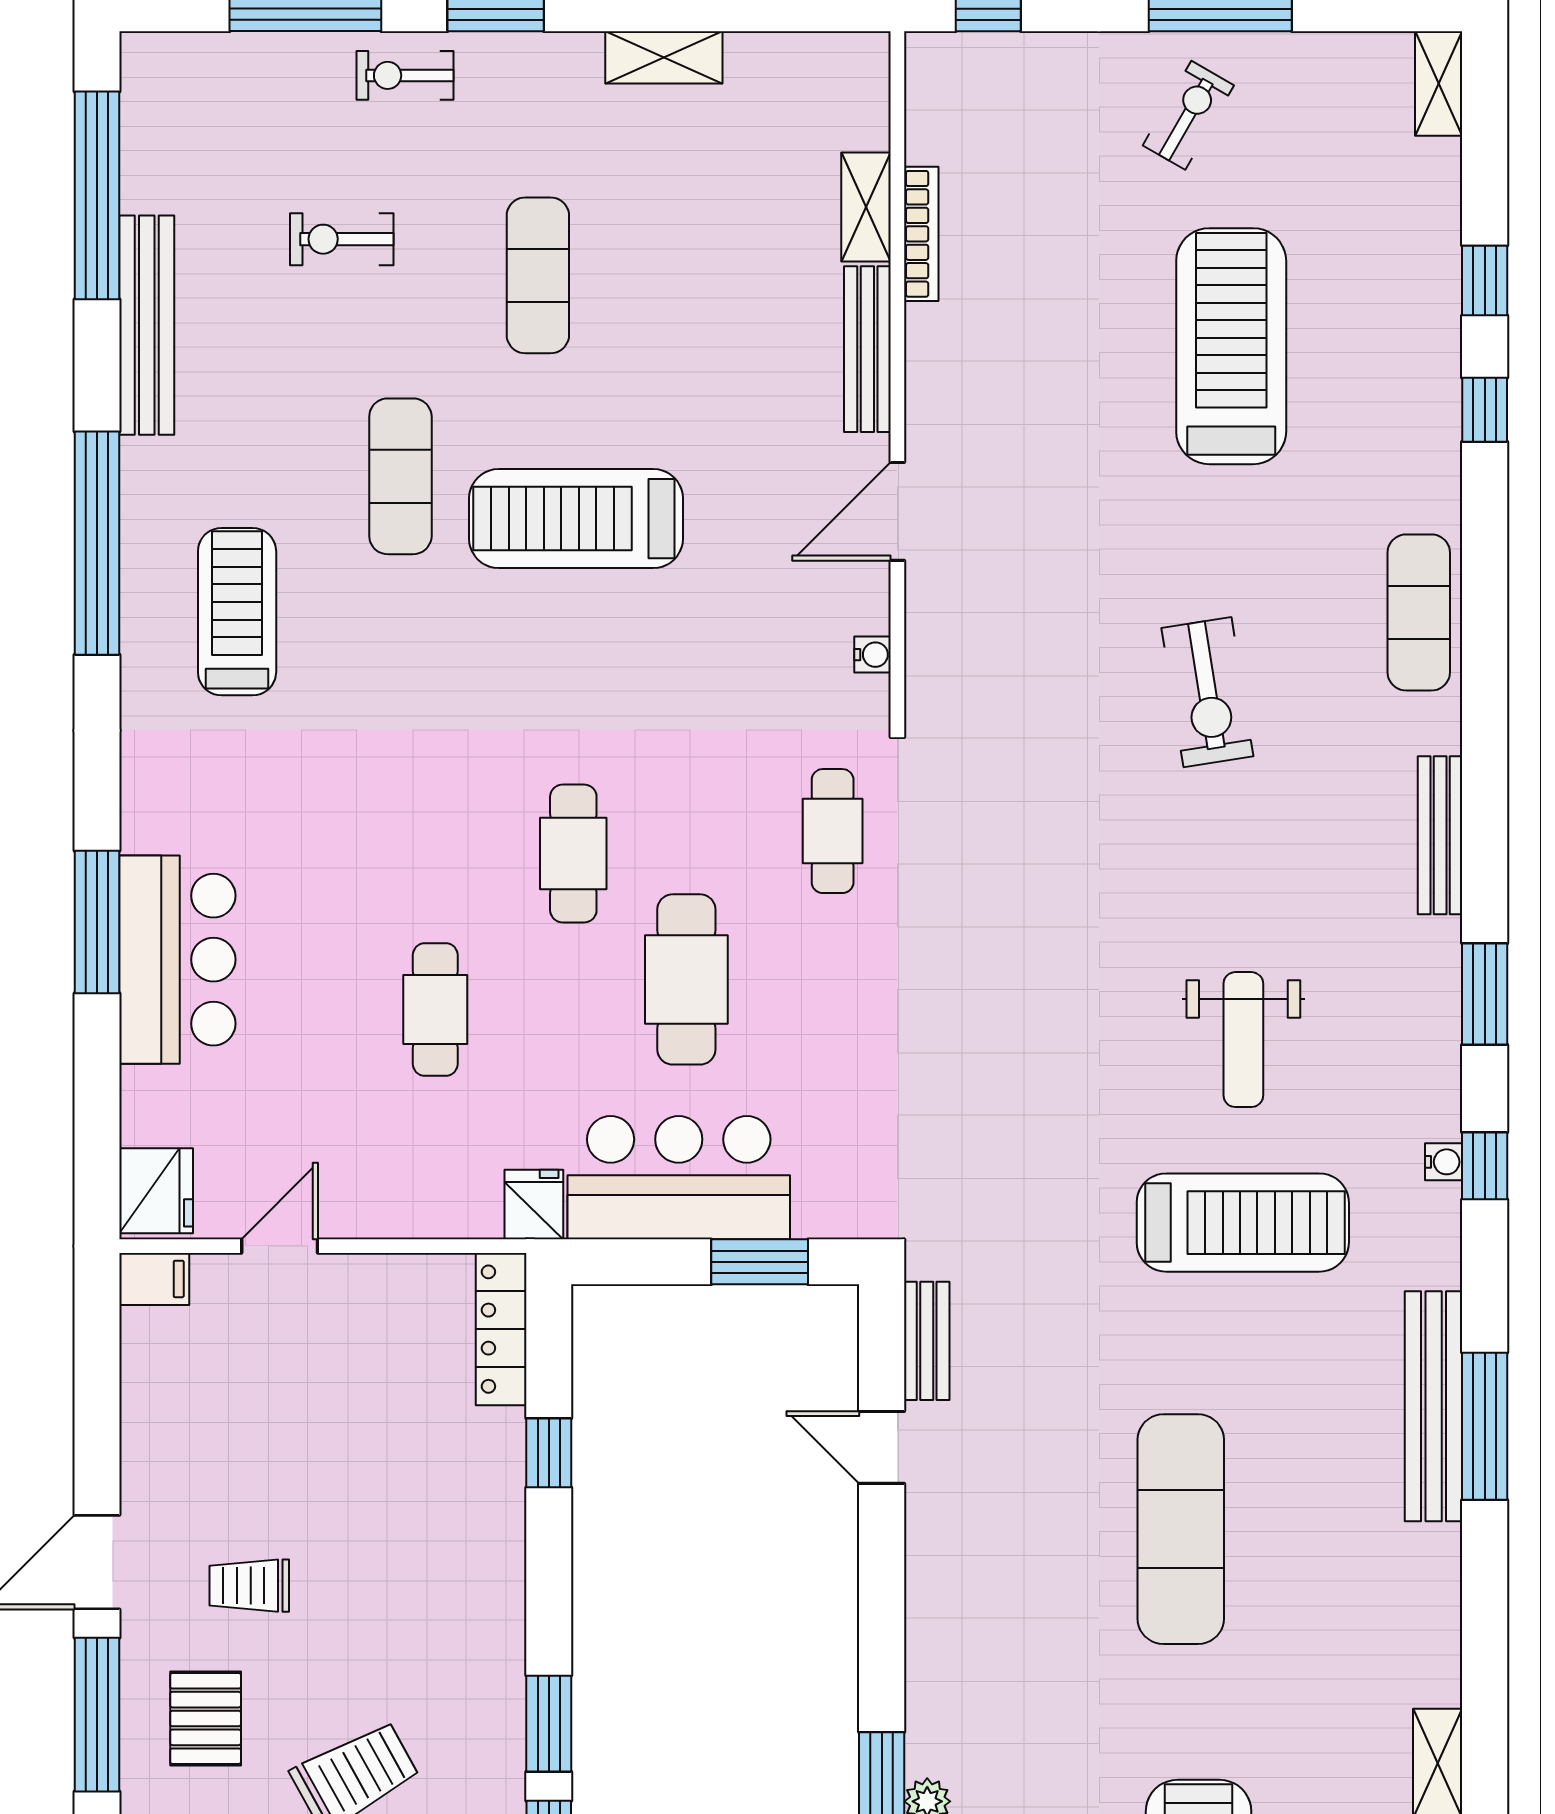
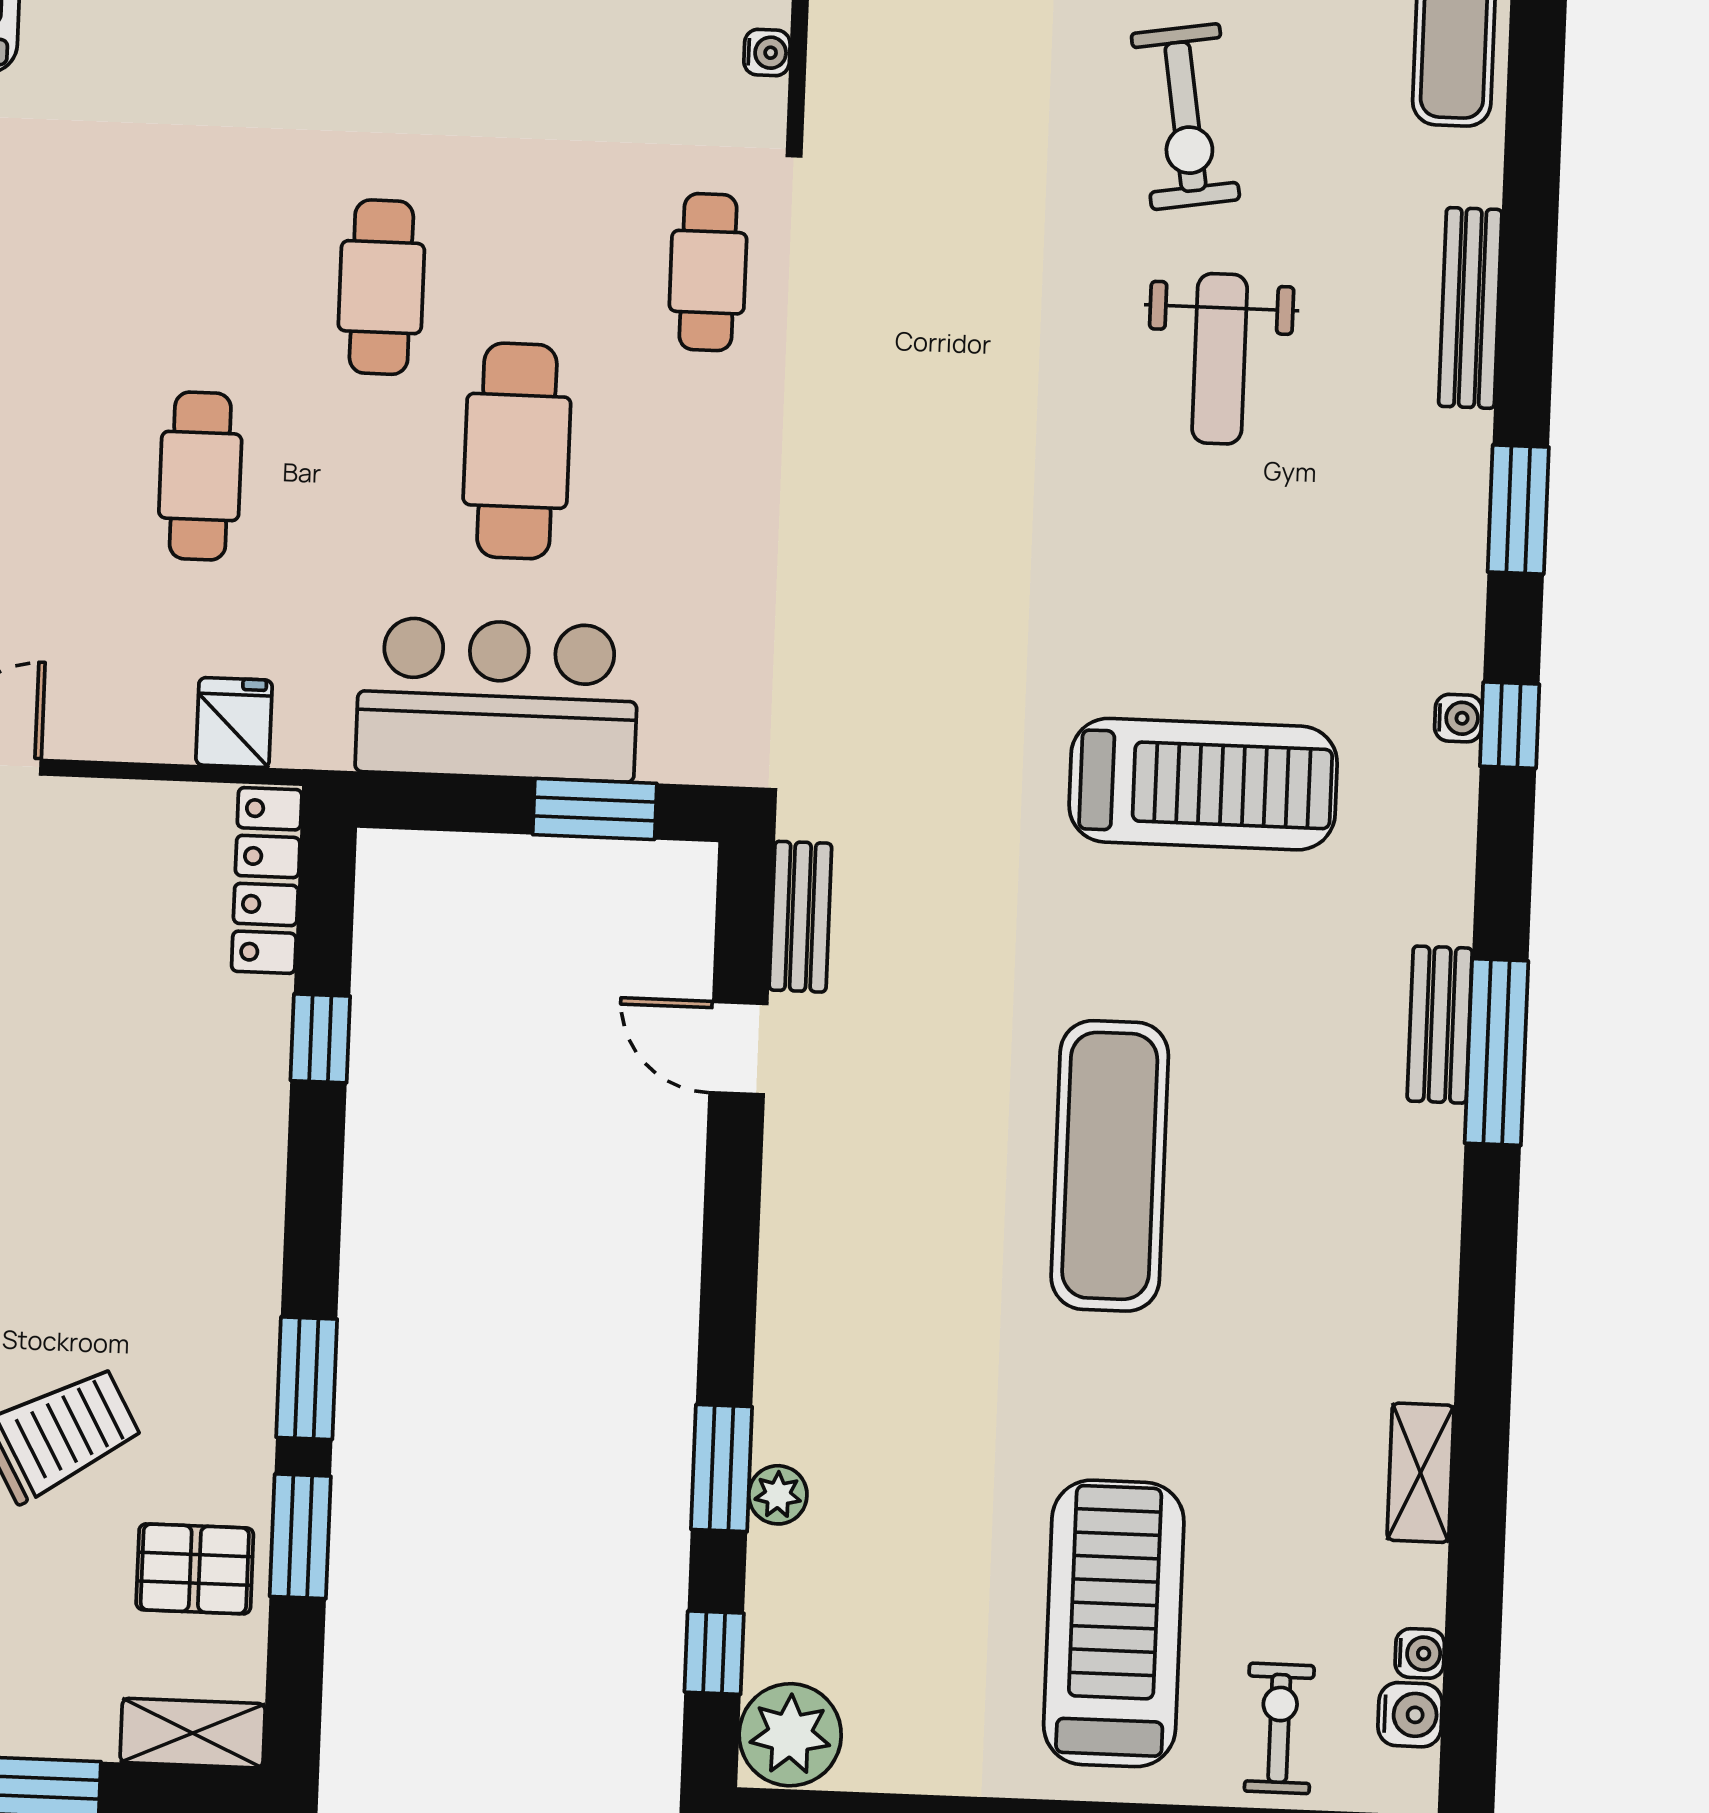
weight bench: (1243, 1040) -> (1220, 359), moved
fridge: (534, 1205) -> (234, 723), moved
bench: (1434, 1406) -> (1440, 1025), width x0.54, depth x0.82

